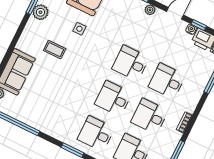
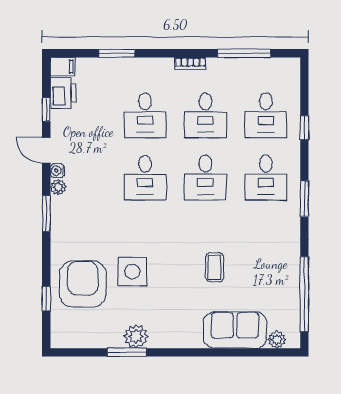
side table: (79, 29) -> (132, 272), width x1.87, depth x1.87
water cooler: (191, 29) -> (57, 171), moved
coffee table: (55, 50) -> (215, 267), moved

